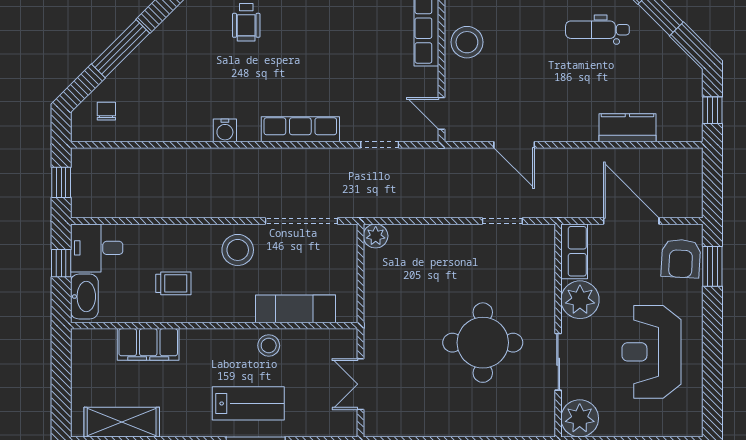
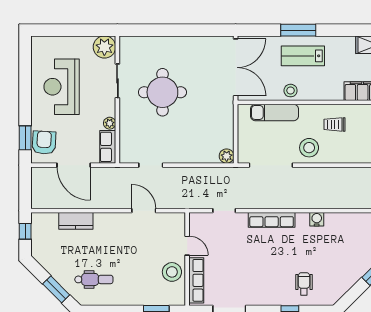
door: (441, 113) -> (187, 246), moved
trolley: (173, 283) -> (334, 124), moved
plant: (580, 300) -> (110, 123), width x0.53, depth x0.53
reception desk: (651, 352) -> (62, 87), turned 180
double door: (361, 384) -> (236, 67), width x1.87

